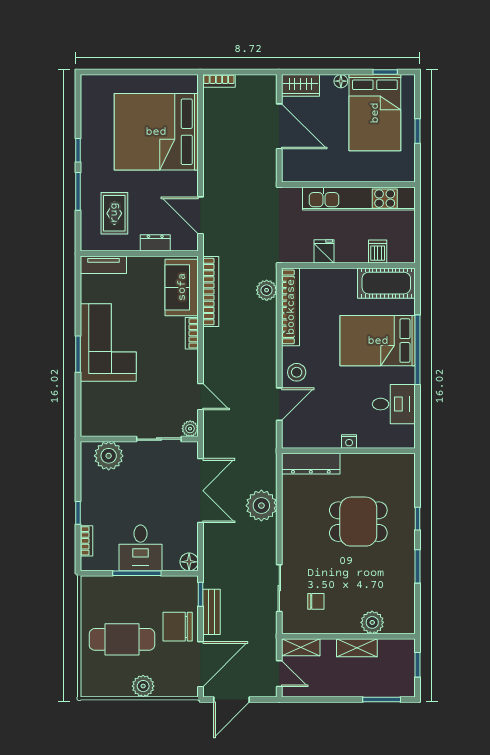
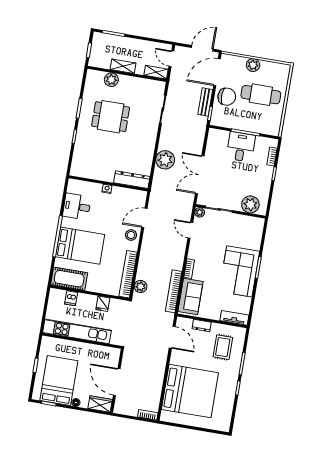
dining table: (358, 522) -> (111, 117), moved
floor lamp: (189, 562) -> (214, 134), removed
chair: (316, 601) -> (143, 98), removed

